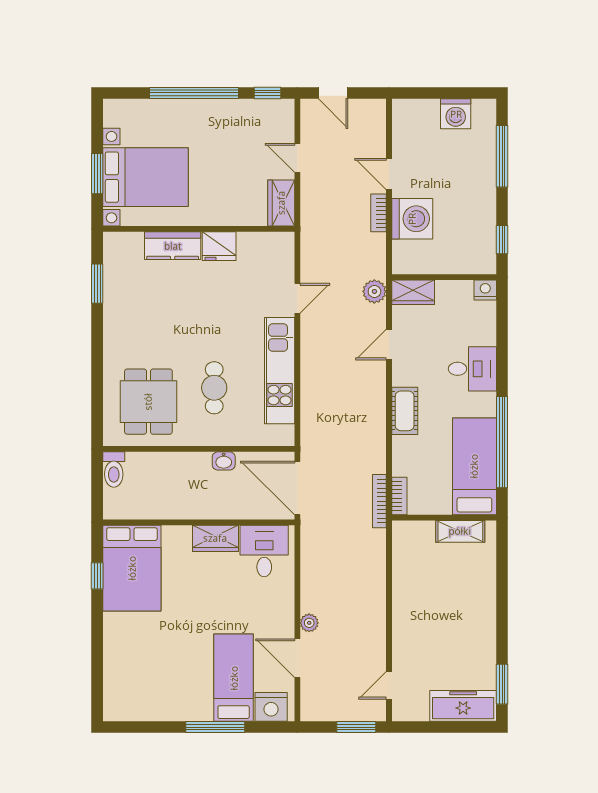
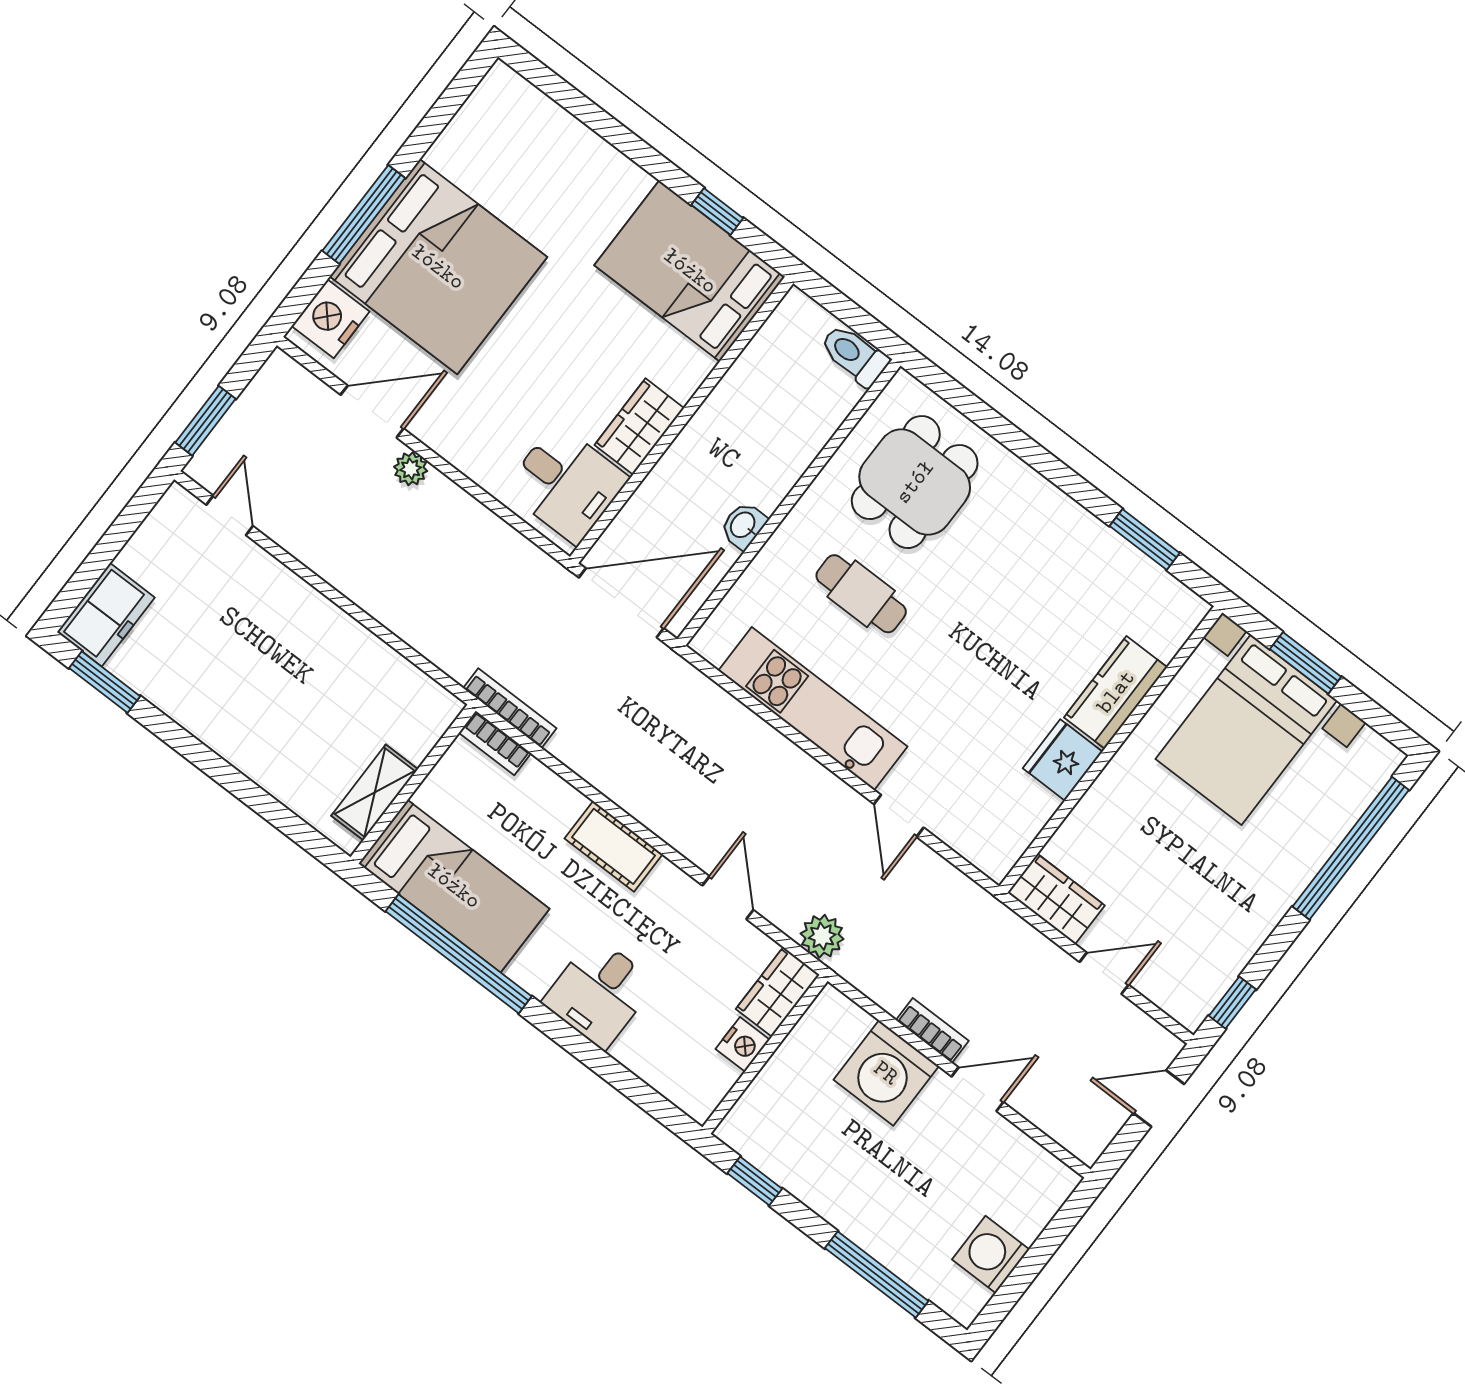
window: (194, 93) -> (1351, 848), moved
nightstand: (485, 290) -> (743, 1044), moved
dining table: (148, 402) -> (915, 482), turned 90
bed: (234, 678) -> (438, 267), width x2.04
freezer: (463, 706) -> (106, 615), width x0.71

